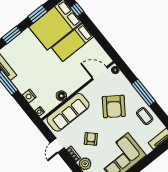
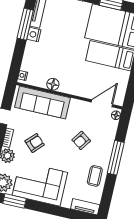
door: (100, 73) -> (102, 103), hinge flipped
nightstand: (29, 96) -> (34, 35), moved
armchair: (114, 106) -> (81, 140), width x0.53, depth x0.53

